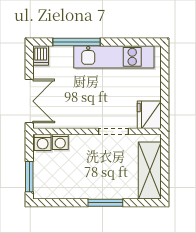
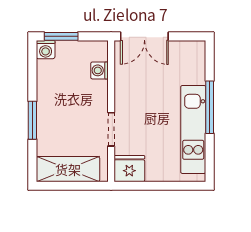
window: (77, 42) -> (210, 107), moved
dishwasher: (41, 55) -> (195, 49), removed
washing machine: (43, 142) -> (46, 50), moved, turned -90

